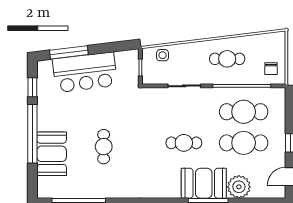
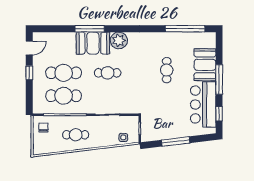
window: (69, 52) -> (176, 141), moved
bar counter: (85, 72) -> (203, 104), moved, turned -83
window: (32, 134) -> (219, 80), width x0.68
plant: (239, 187) -> (119, 40), moved

